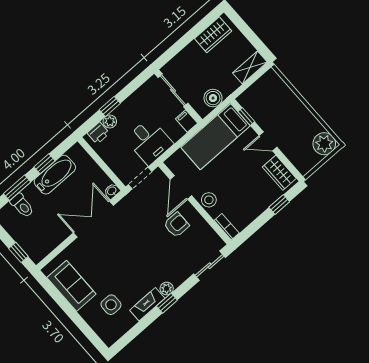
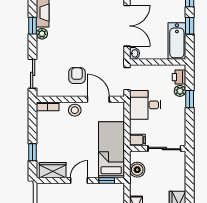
bathtub: (55, 175) -> (177, 41), moved
armchair: (176, 225) -> (77, 76), turned 180

